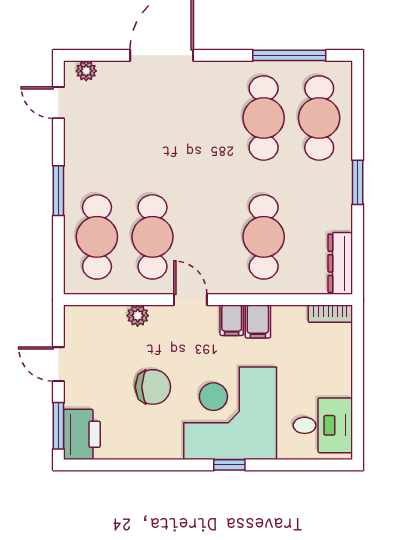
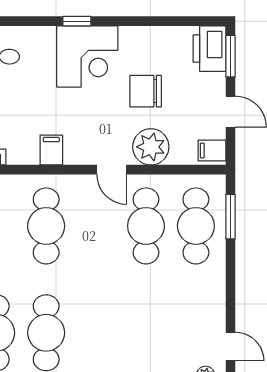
window: (58, 191) -> (230, 217), moved
plant: (138, 316) -> (151, 147), width x1.88, depth x1.88
filing cabinet: (232, 320) -> (212, 150), moved, turned -90
corner desk: (230, 413) -> (87, 56), width x0.74, depth x0.74

